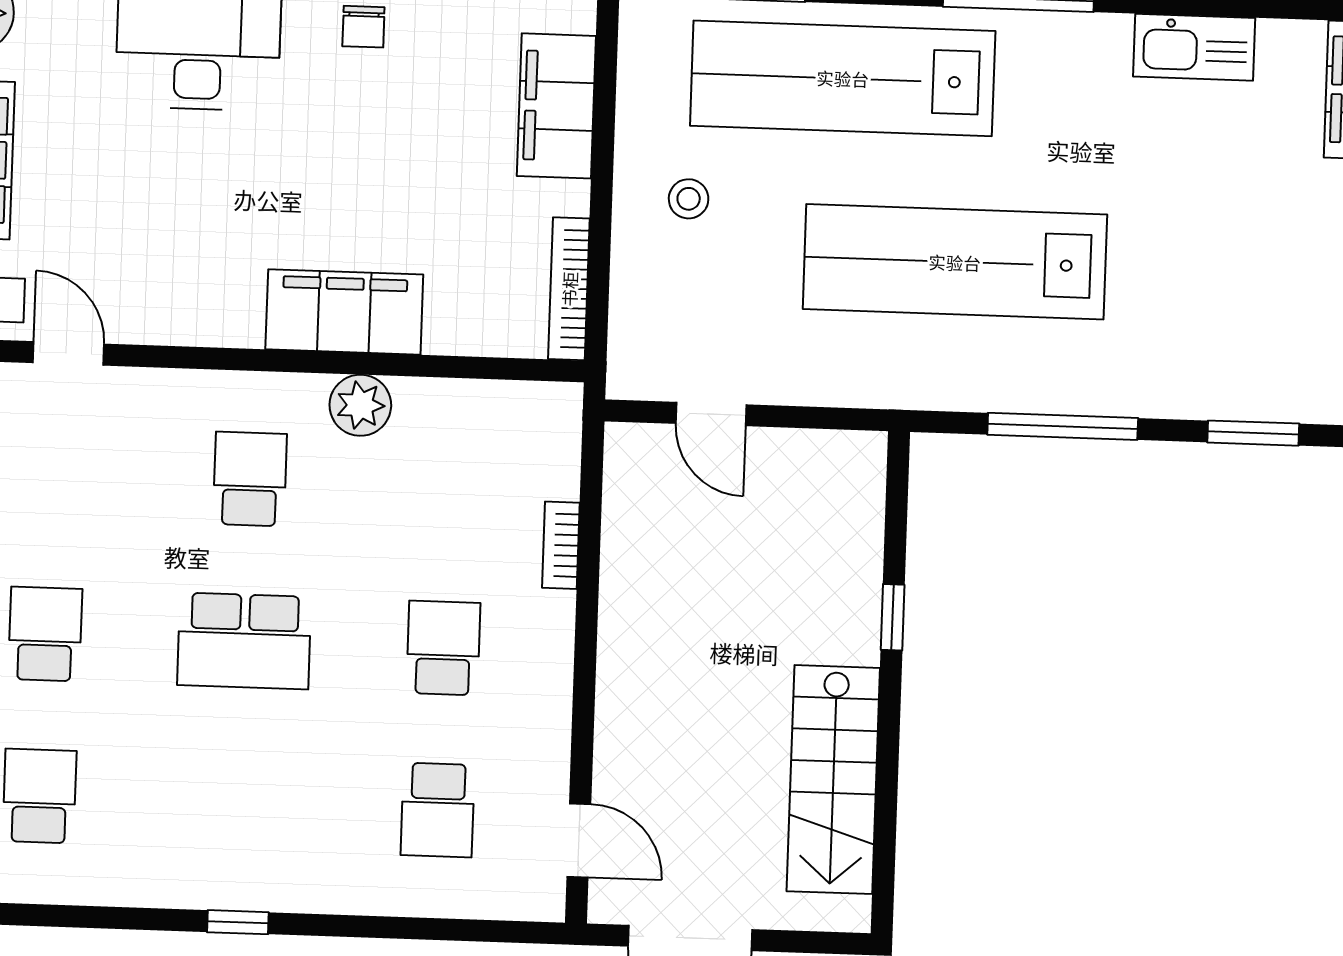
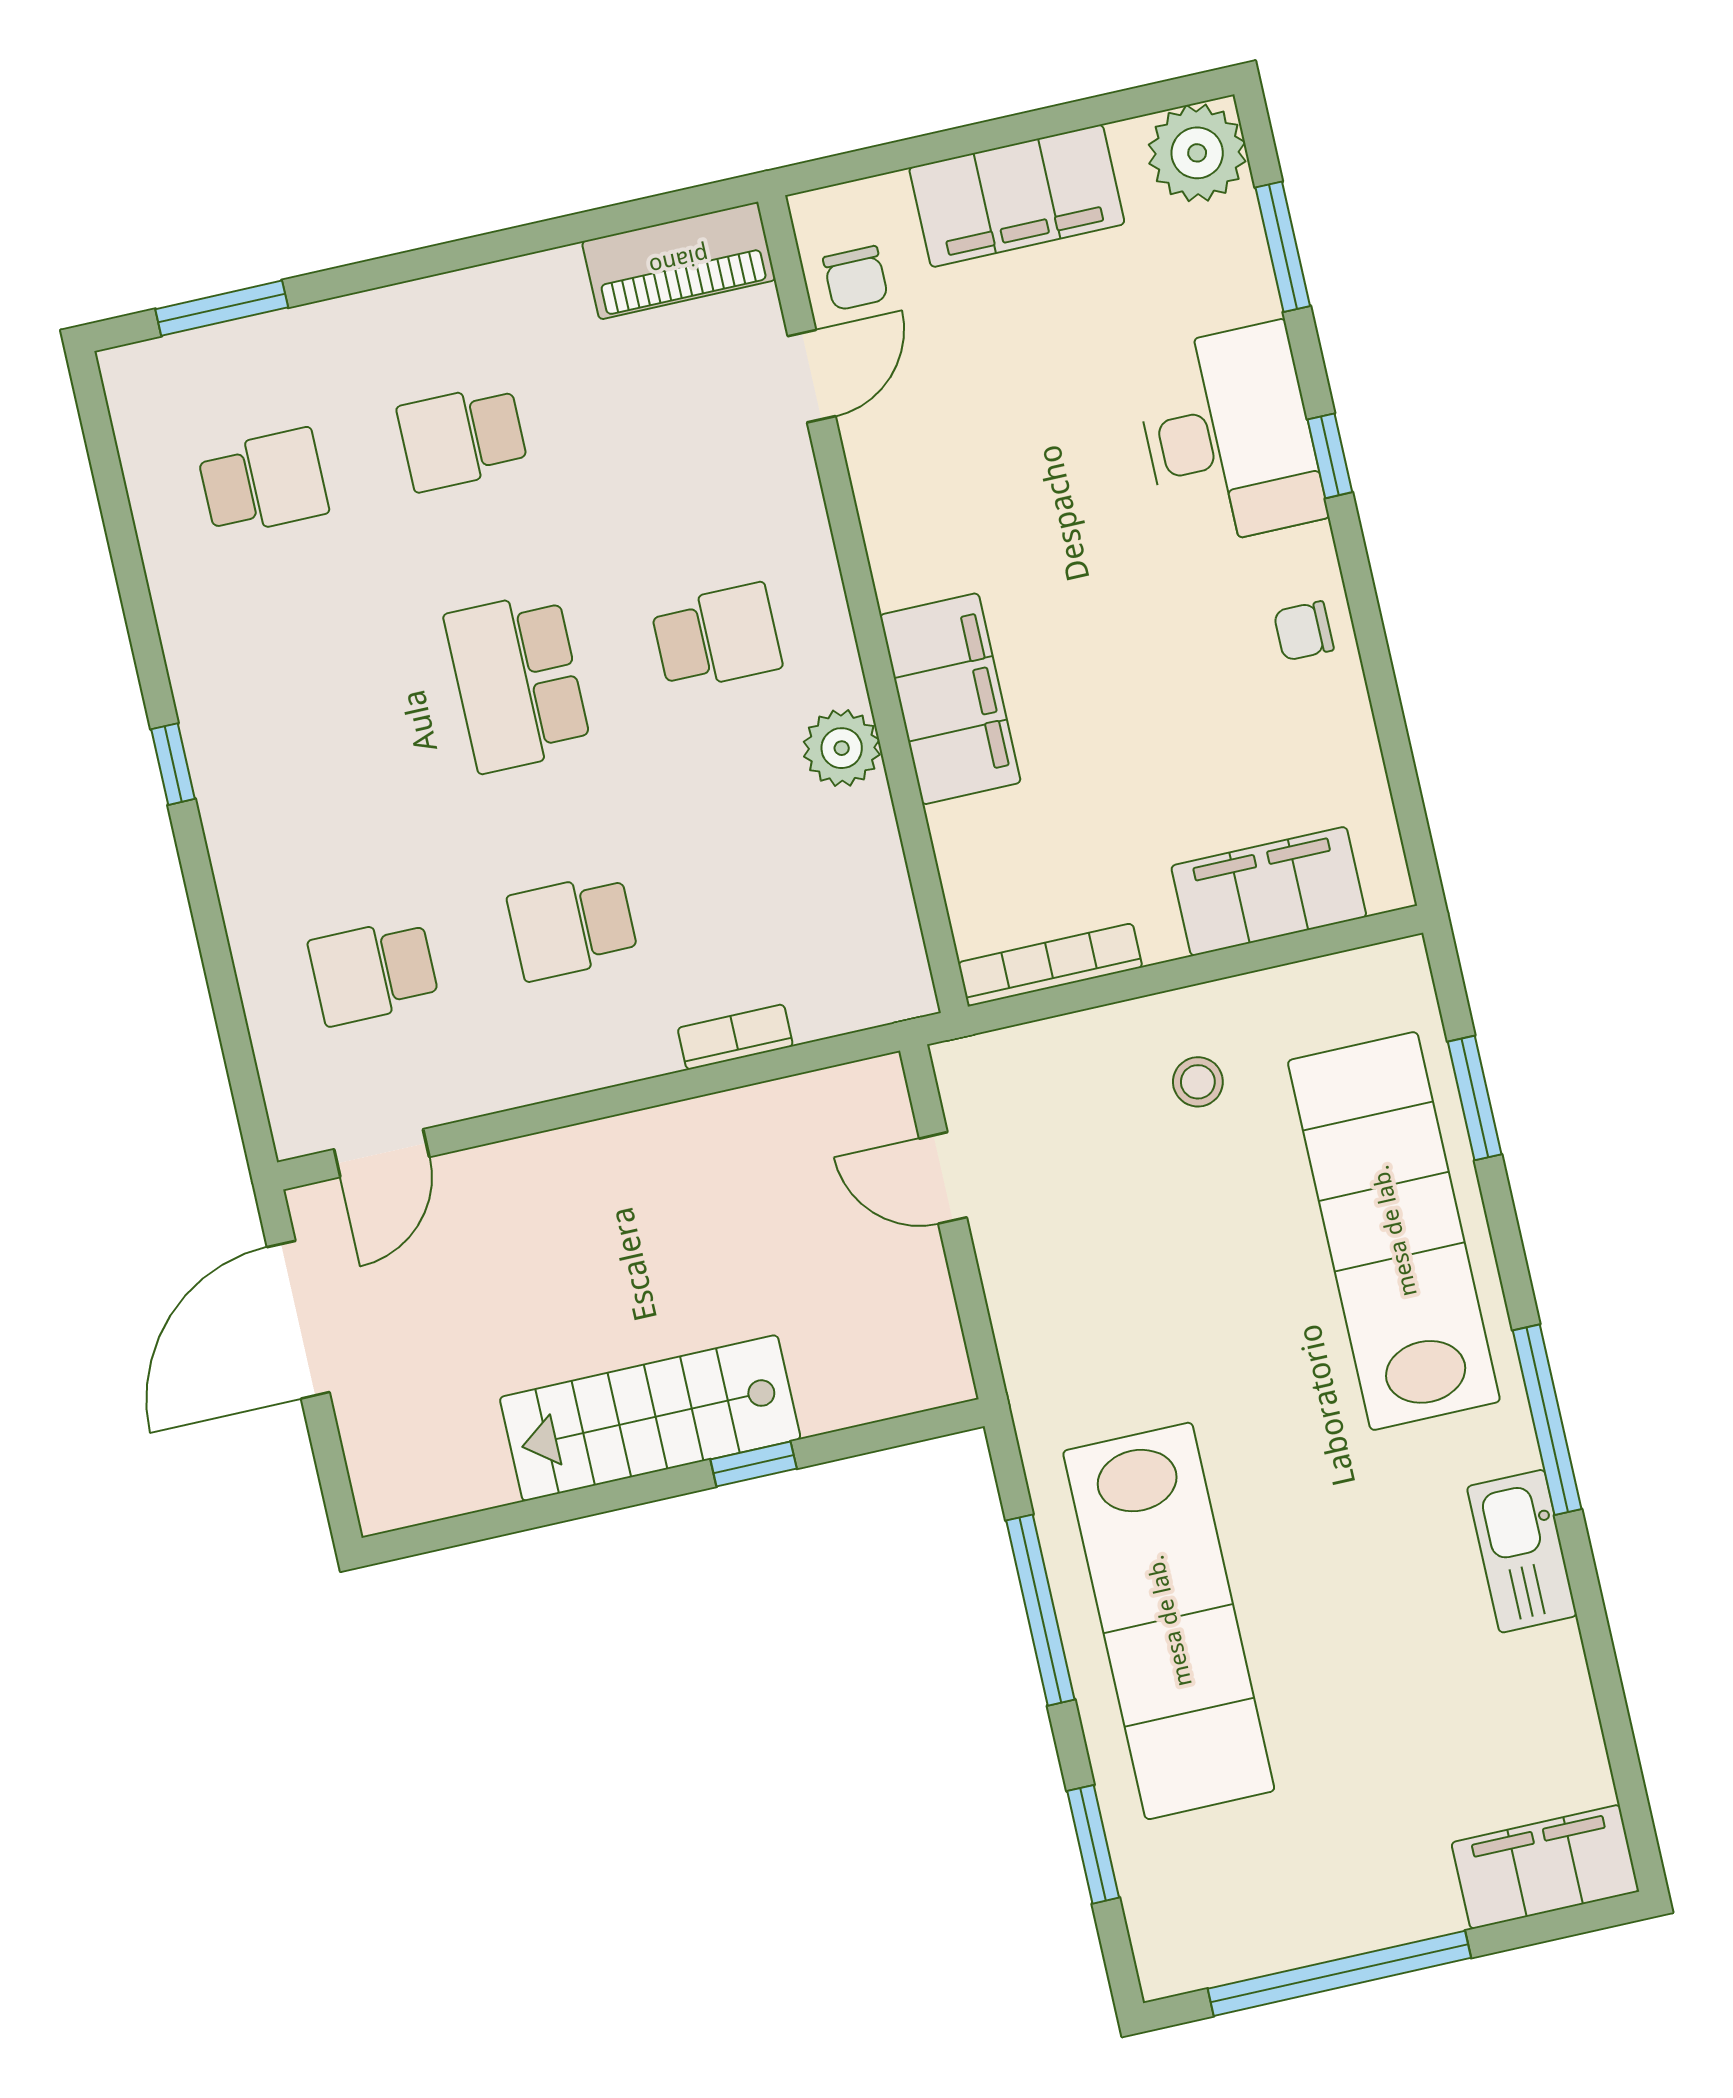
kitchen sink: (1194, 47) -> (1522, 1551), moved
lab bench: (955, 262) -> (1169, 1621), moved, turned 180
door: (711, 414) -> (943, 1178), hinge flipped
school desk: (45, 634) -> (462, 437), turned 180
school desk: (443, 648) -> (573, 927), turned 180
stairs: (833, 780) -> (650, 1418), moved

